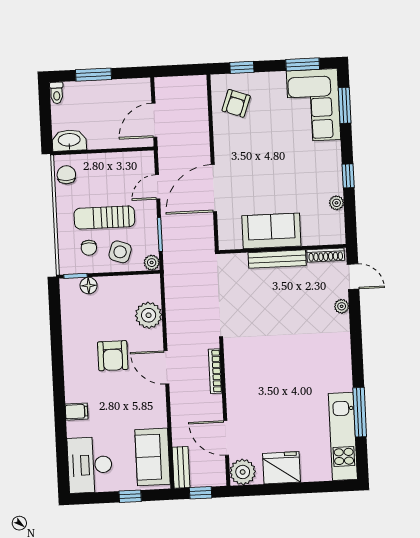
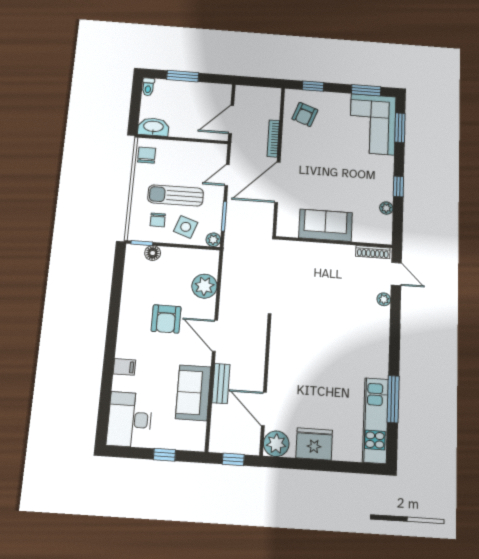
bench: (277, 259) -> (328, 250), removed
bookcase: (215, 371) -> (273, 138), moved
sofa: (153, 457) -> (193, 393), moved
bench: (181, 467) -> (221, 384), moved

